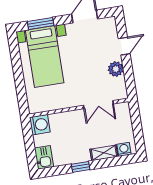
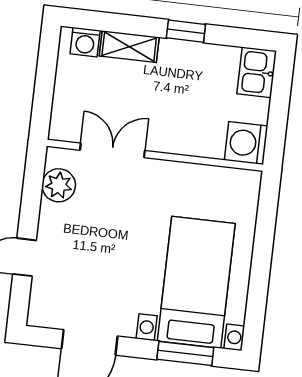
plant: (116, 69) -> (59, 185), moved

